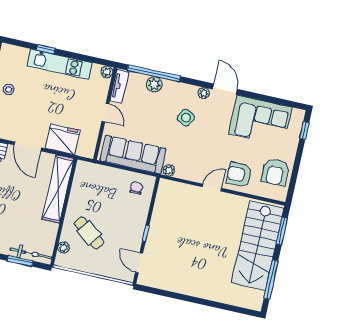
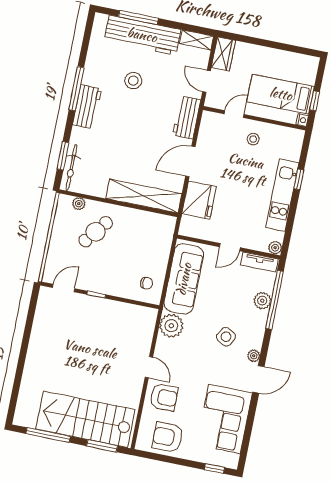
plant: (169, 170) -> (171, 326), width x1.88, depth x1.88
armchair: (239, 175) -> (164, 397), turned 90

